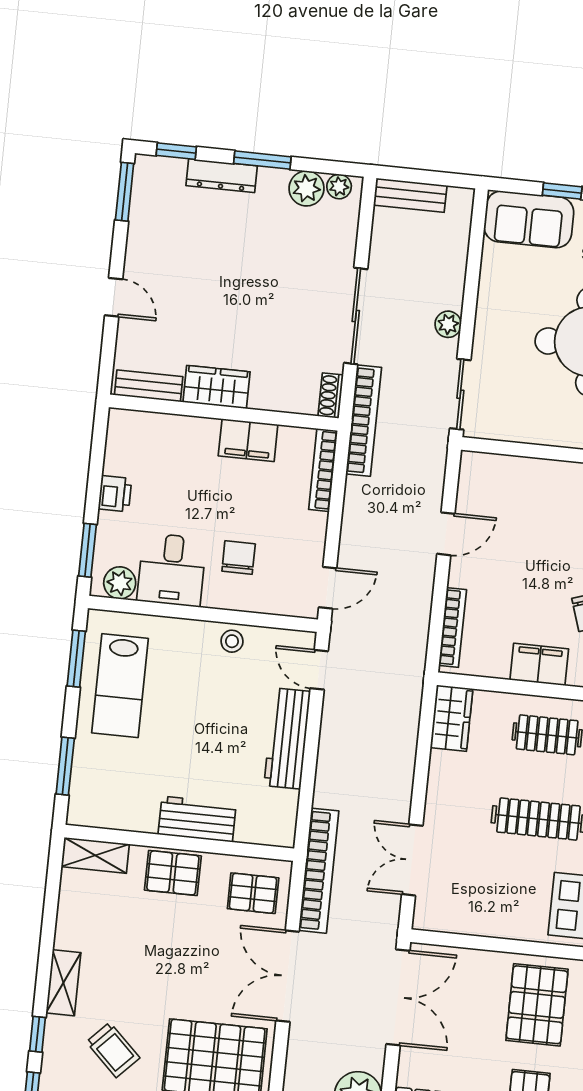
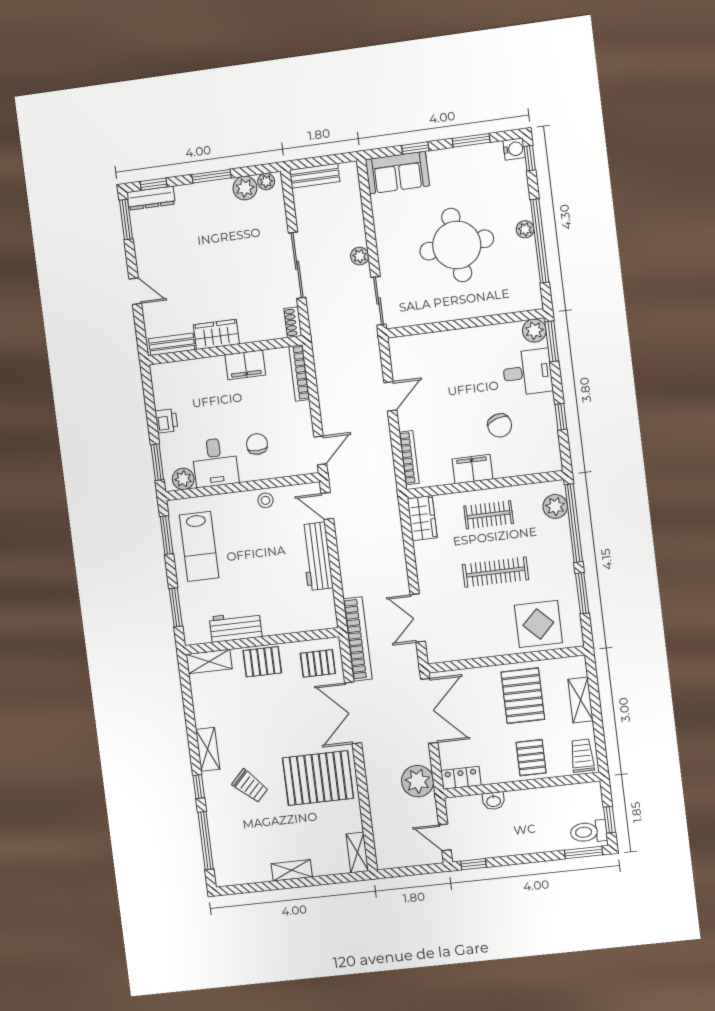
dresser: (222, 176) -> (151, 198), moved
bookcase: (364, 421) -> (318, 334), removed
workbench: (197, 819) -> (236, 627), moved

